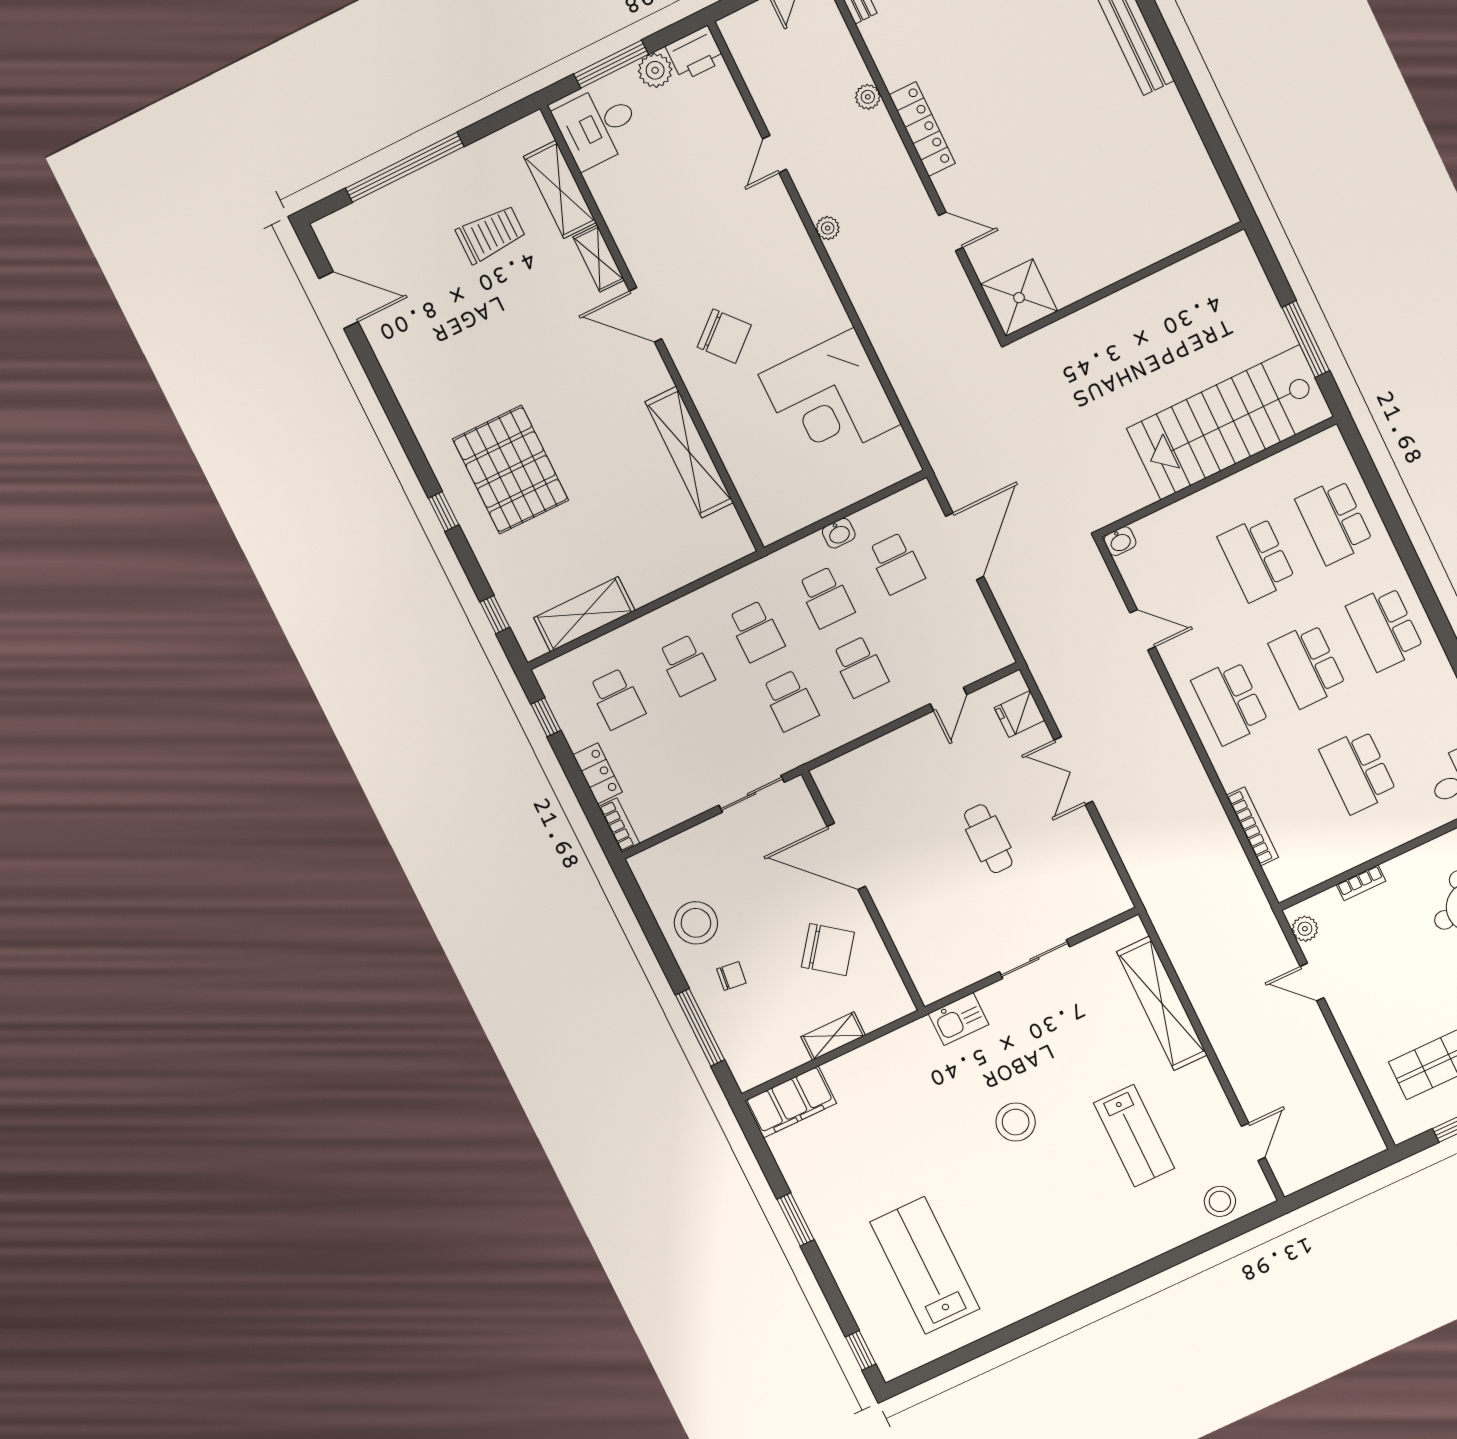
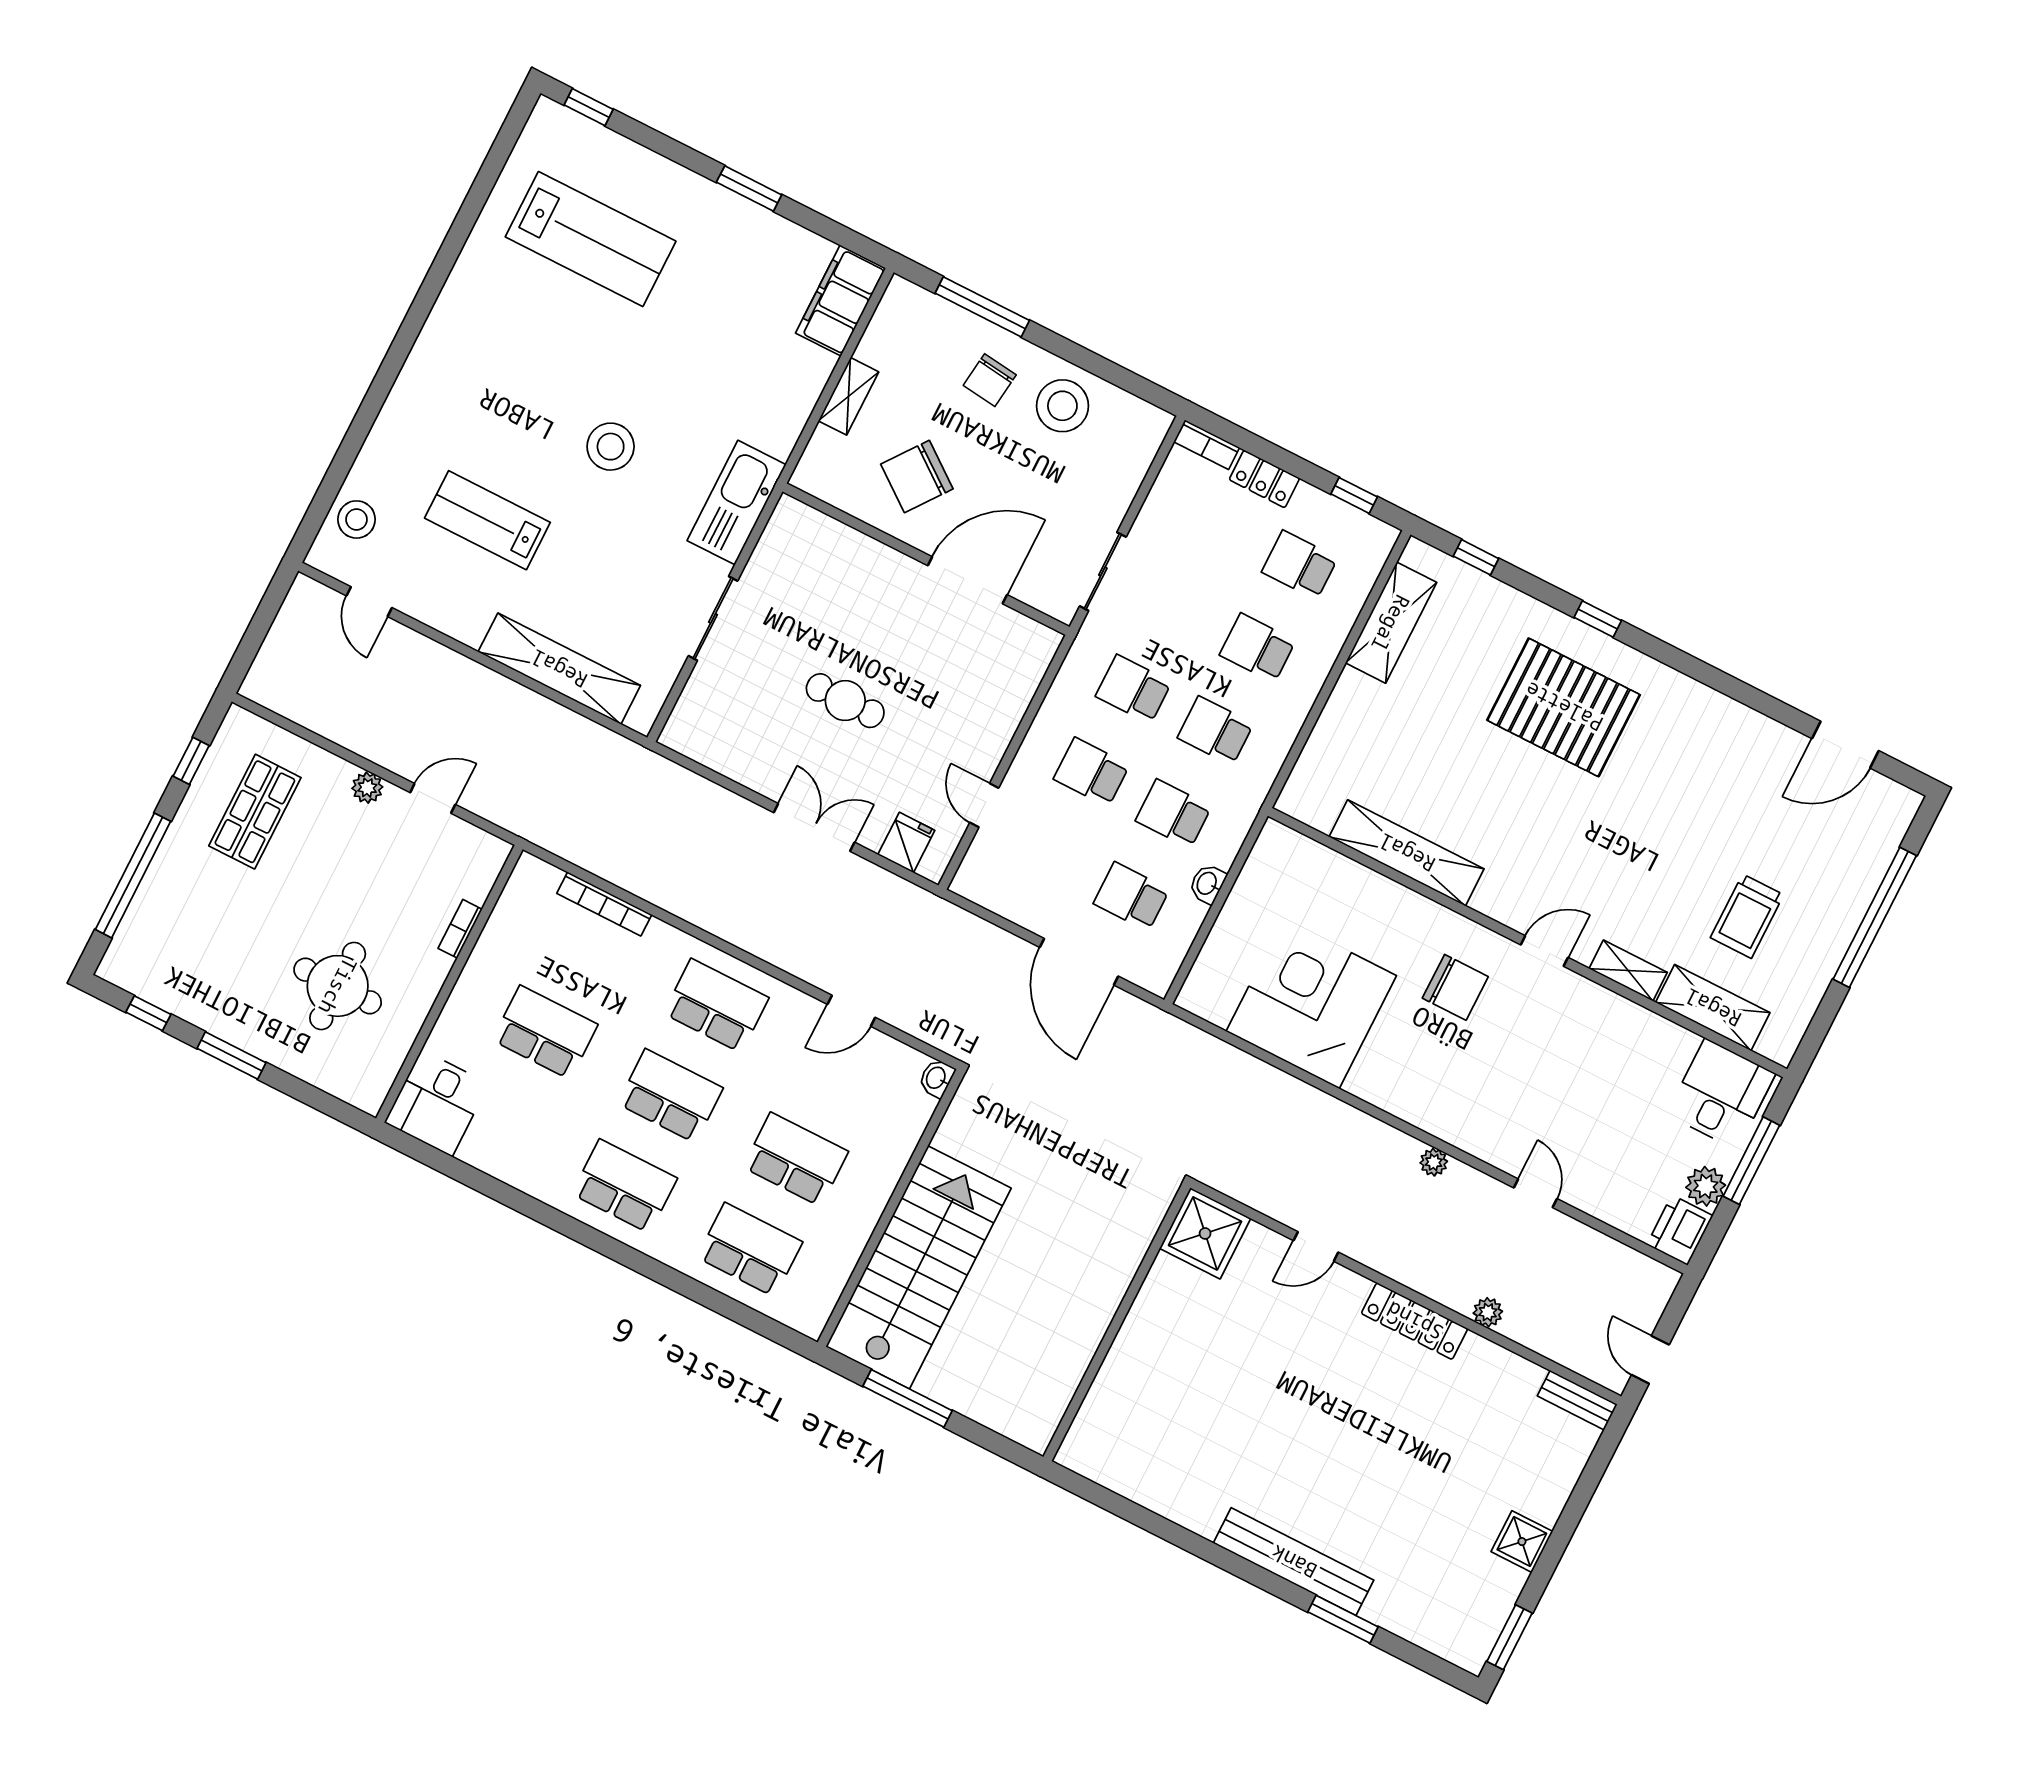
door: (646, 315) -> (1544, 951), width x0.73
chair: (724, 336) -> (1455, 987), turned -139
plant: (1305, 929) -> (367, 788), moved
chair: (731, 976) -> (990, 380), width x1.37, depth x1.37
kitchen sink: (959, 1019) -> (737, 503), width x1.87, depth x1.24

